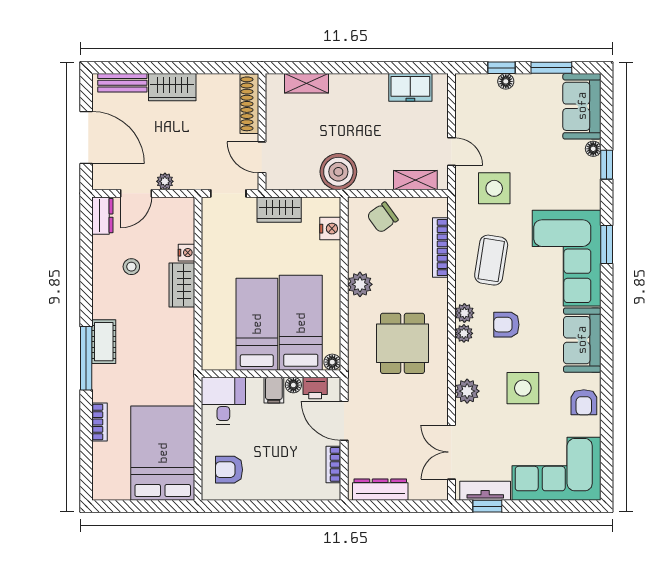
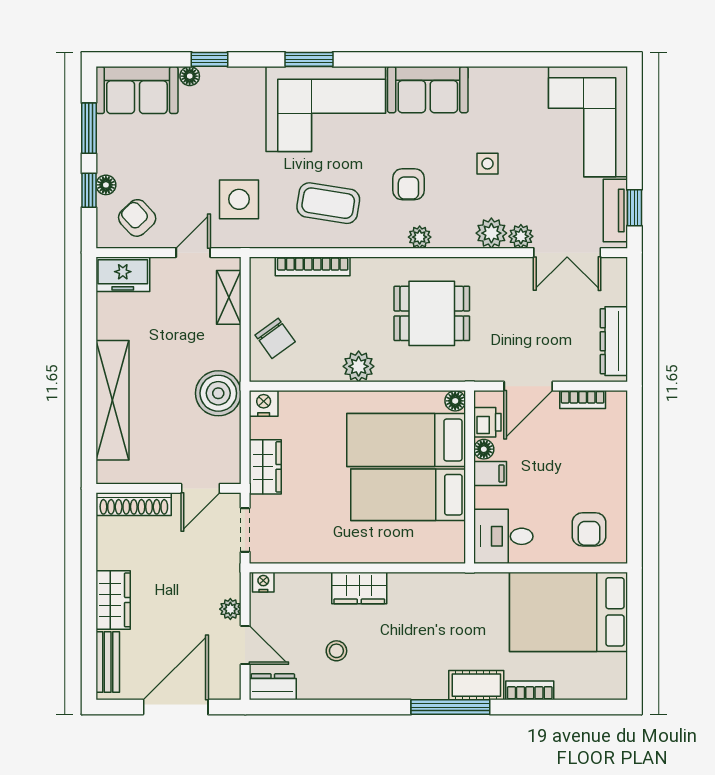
shelving: (306, 83) -> (112, 400), width x2.20, depth x1.33
freezer: (410, 87) -> (123, 274), moved, turned 90
nightstand: (330, 229) -> (264, 403), moved
nightstand: (187, 253) -> (263, 582), moved
plant: (464, 313) -> (521, 236), moved
cot: (104, 342) -> (476, 685), moved
side table: (523, 388) -> (488, 164), width x0.54, depth x0.54
armchair: (584, 402) -> (137, 218), moved, turned -133

